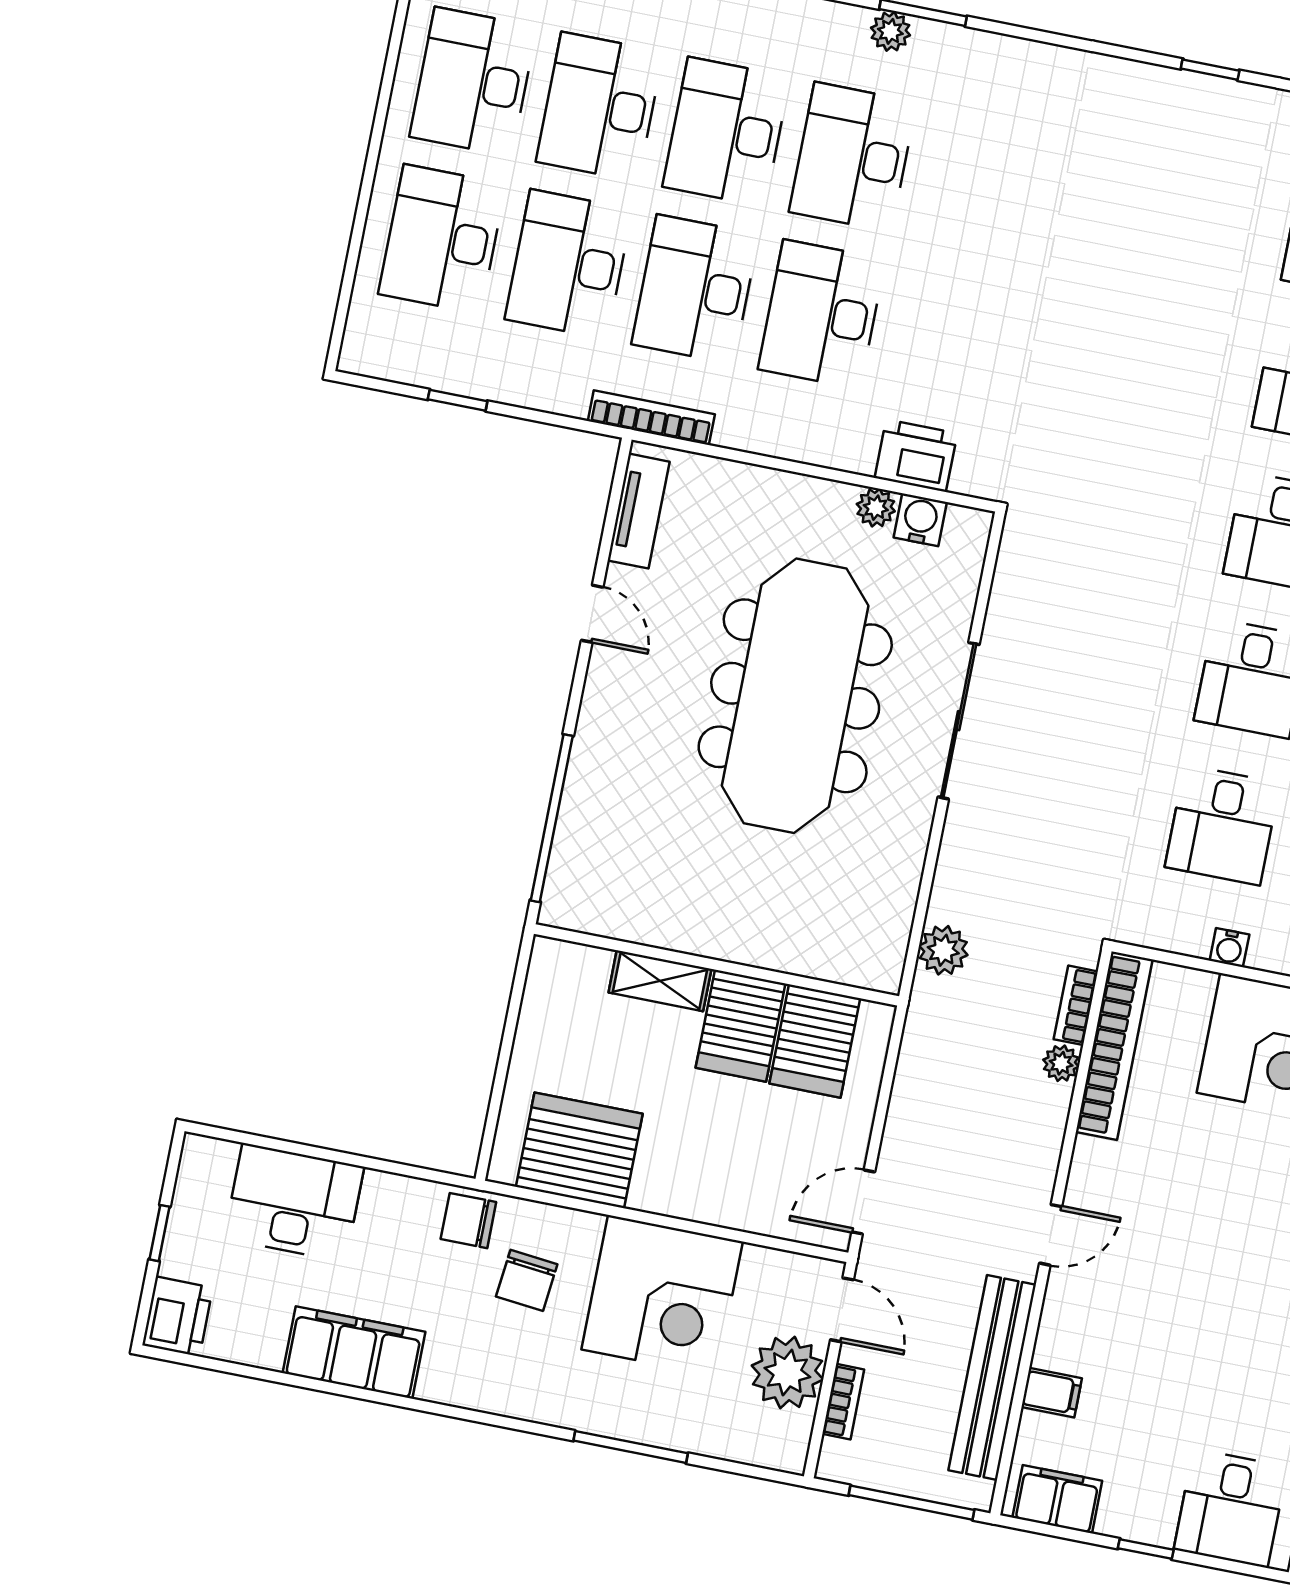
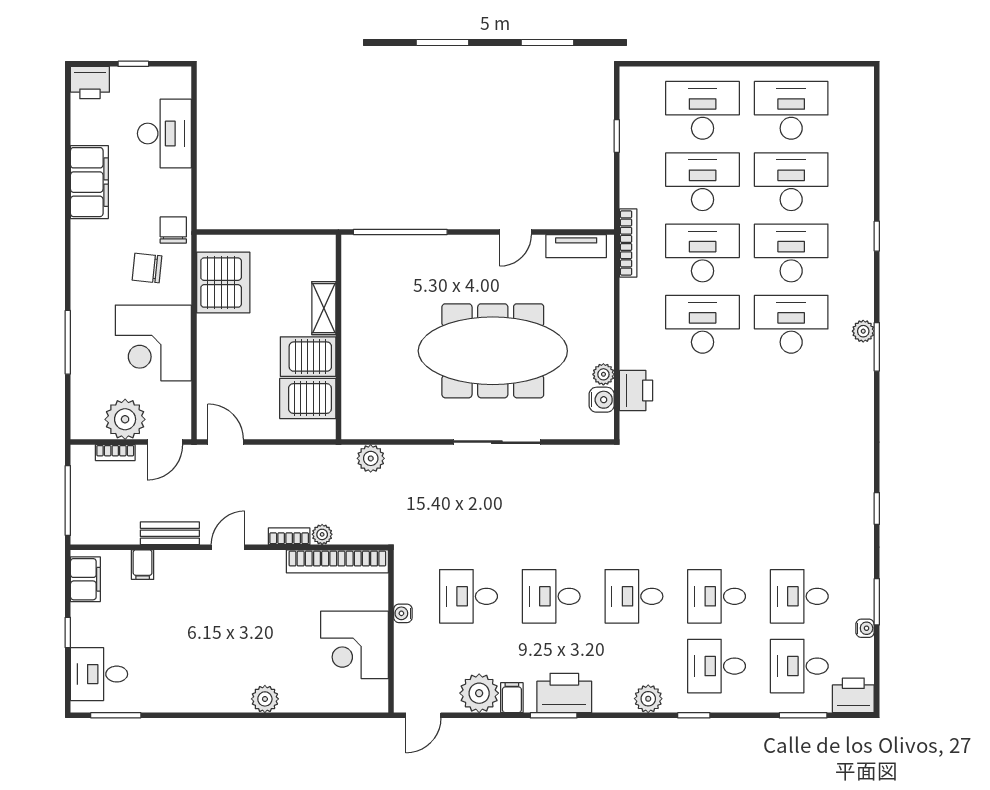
bookcase: (1076, 1005) -> (289, 536), moved
door: (1051, 1235) -> (228, 547), swing flipped
bench: (992, 1378) -> (170, 533), width x0.54, depth x0.82

